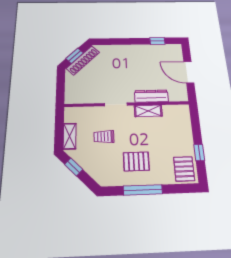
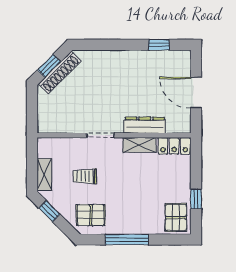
locker: (176, 111) -> (174, 146), added
pallet: (136, 161) -> (91, 215), moved

